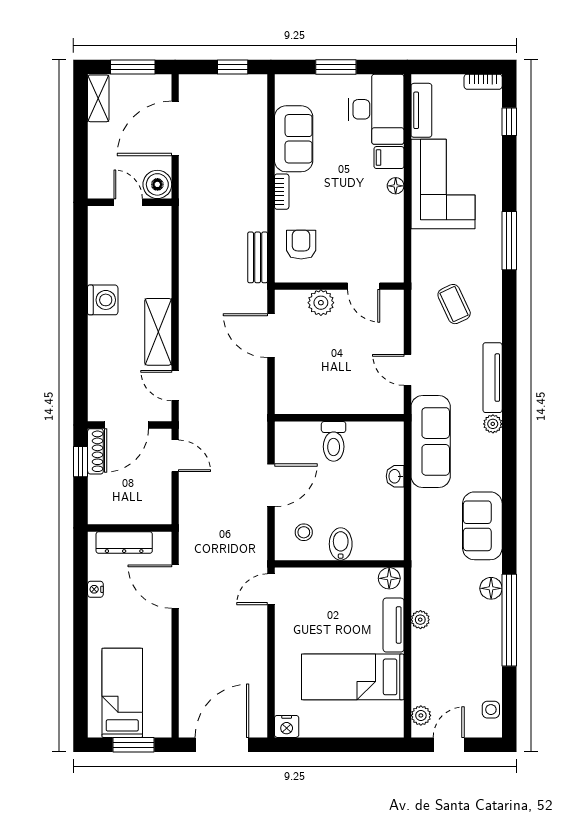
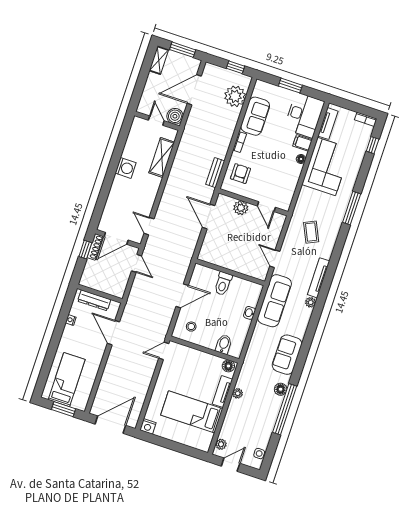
plant: (248, 116) -> (235, 96), added
shelving: (158, 332) -> (162, 157), moved
bidet: (341, 544) -> (224, 344), moved

